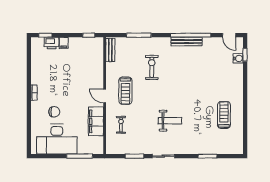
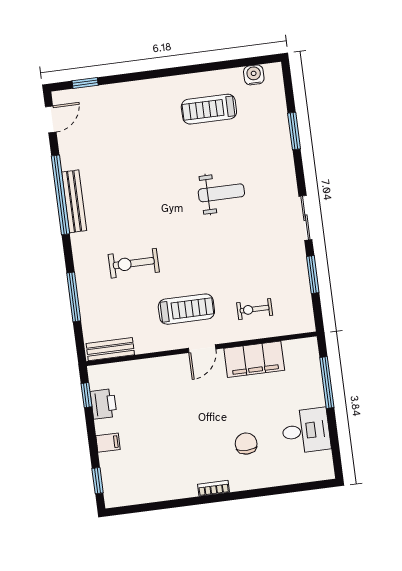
printer: (52, 43) -> (104, 404), moved
water cooler: (238, 58) -> (254, 75), moved
weight bench: (170, 121) -> (221, 193), moved, turned 90
desk: (57, 139) -> (306, 431), width x0.53, depth x0.77

